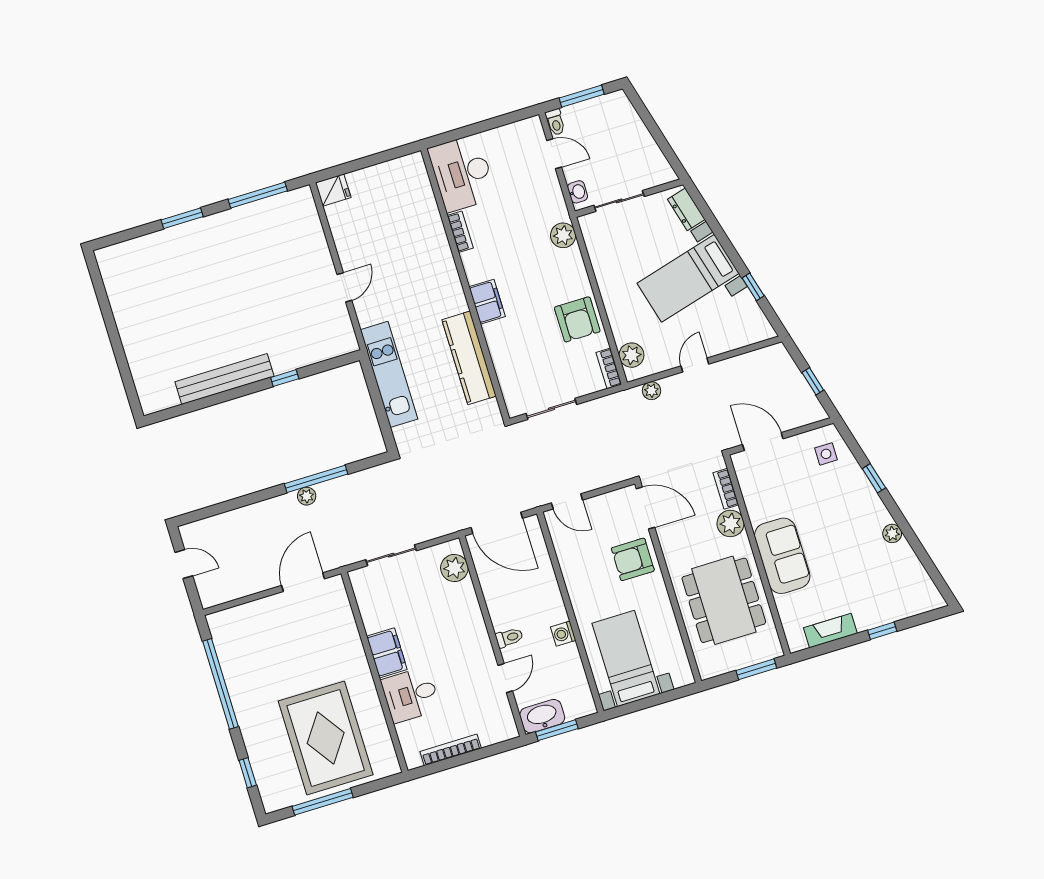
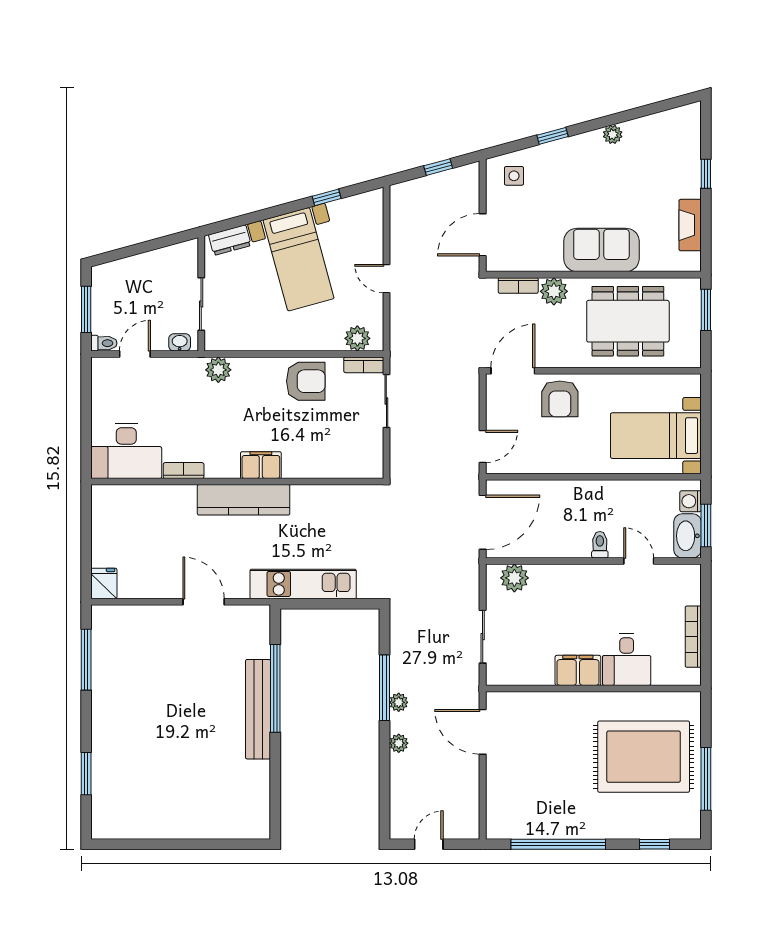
window: (182, 218) -> (86, 774), moved
door: (344, 287) -> (204, 602), width x1.38
kitchen counter: (469, 358) -> (244, 500), moved
window: (285, 378) -> (275, 688), width x3.17
bench: (225, 379) -> (258, 709), moved
plant: (652, 391) -> (399, 743), moved
sliding door: (551, 409) -> (386, 401), moved
washing machine: (563, 634) -> (691, 501), moved, turned 90

